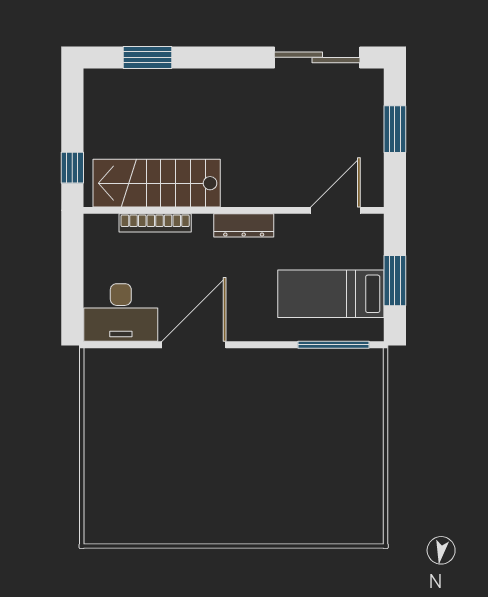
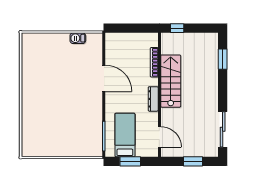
stairs: (157, 183) -> (171, 81), moved
desk: (121, 313) -> (117, 48), removed
barbecue: (97, 408) -> (78, 38), added

